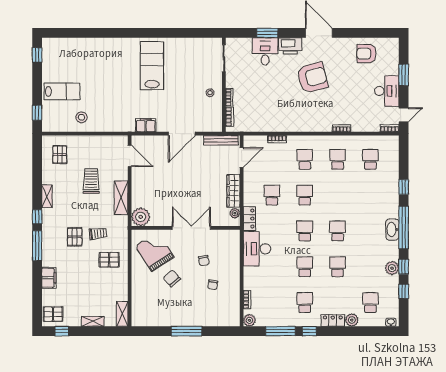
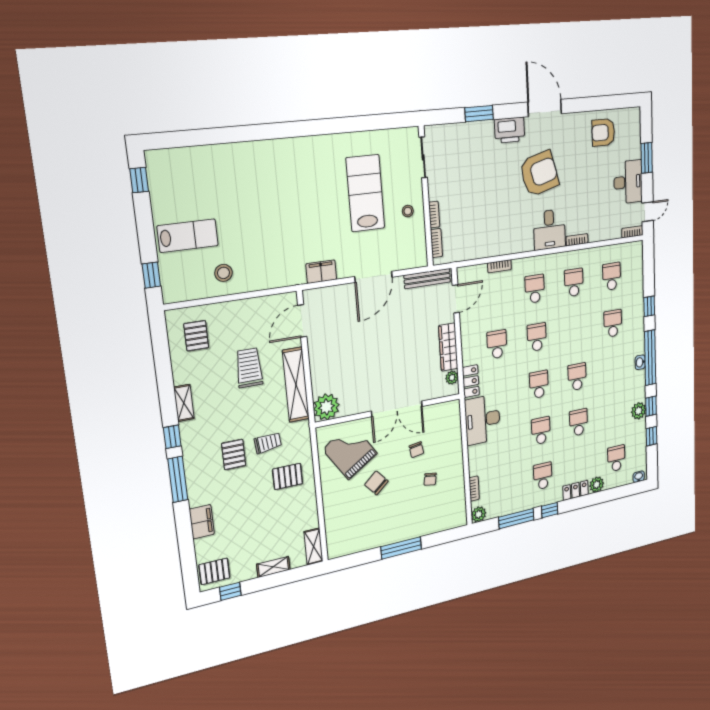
desk: (265, 51) -> (549, 230), moved, turned 180
lab bench: (152, 66) -> (365, 193), moved
door: (130, 156) -> (302, 321), swing flipped
school desk: (370, 195) -> (613, 323), added
shelving: (121, 198) -> (296, 385), width x1.47
double door: (191, 228) -> (397, 409), swing flipped
washbasin: (392, 230) -> (640, 362), width x0.52, depth x0.69

